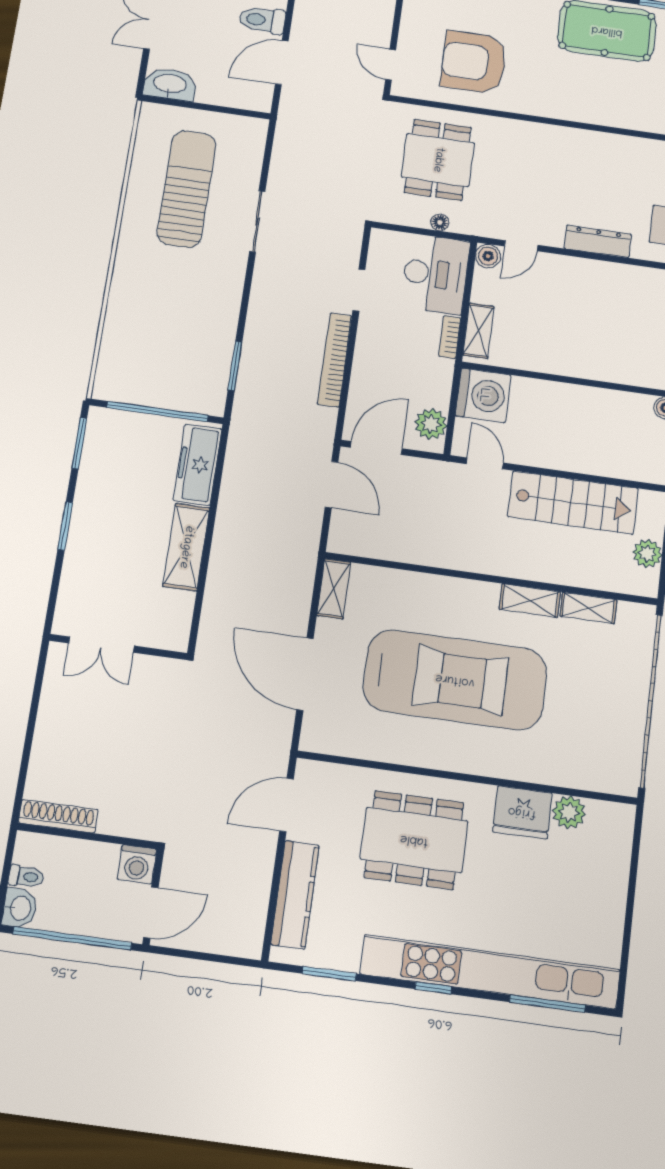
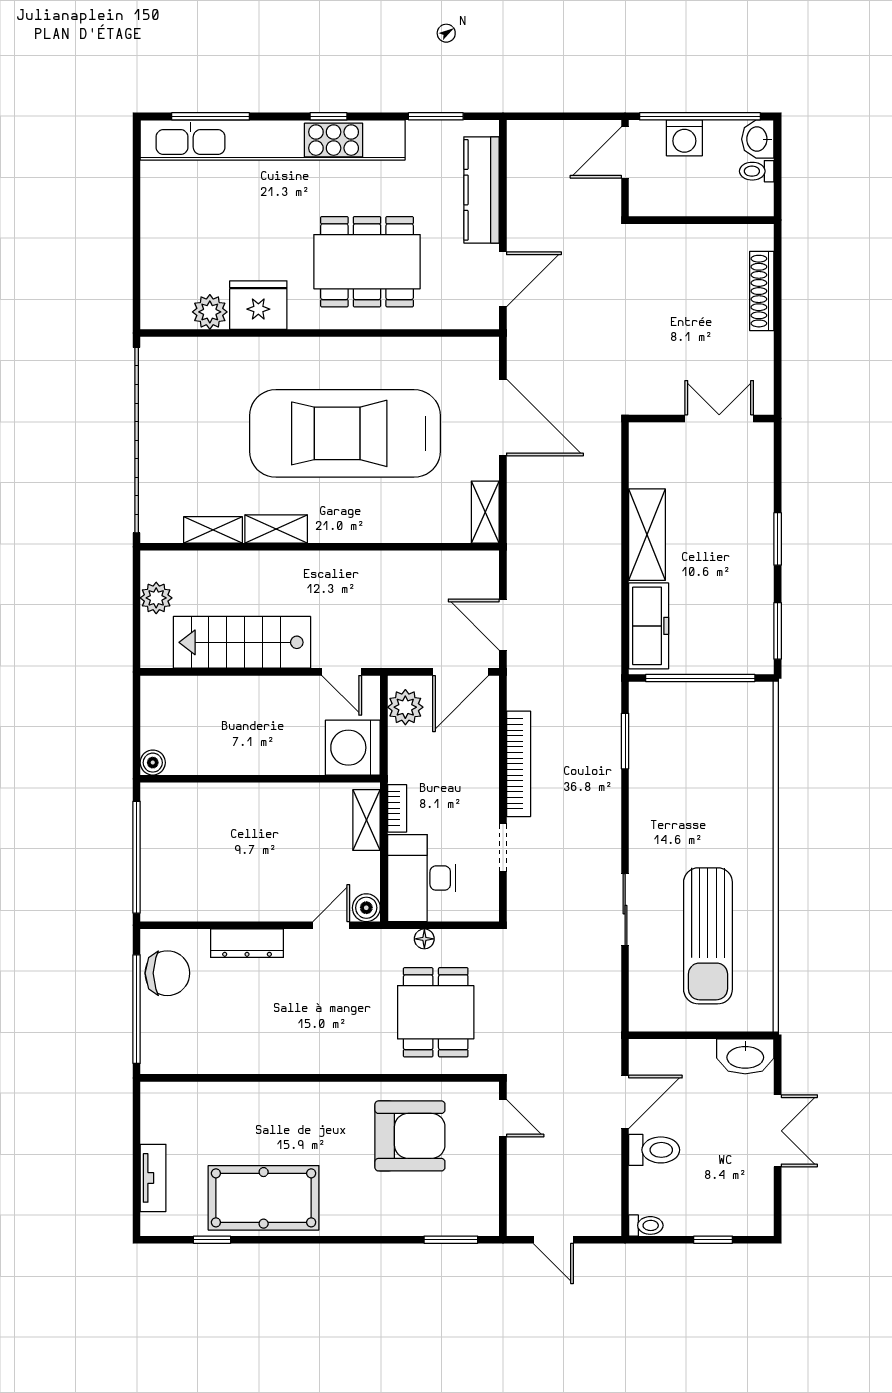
shoe rack: (58, 816) -> (762, 291), moved, turned 90
washing machine: (137, 864) -> (684, 138), moved, turned 180

